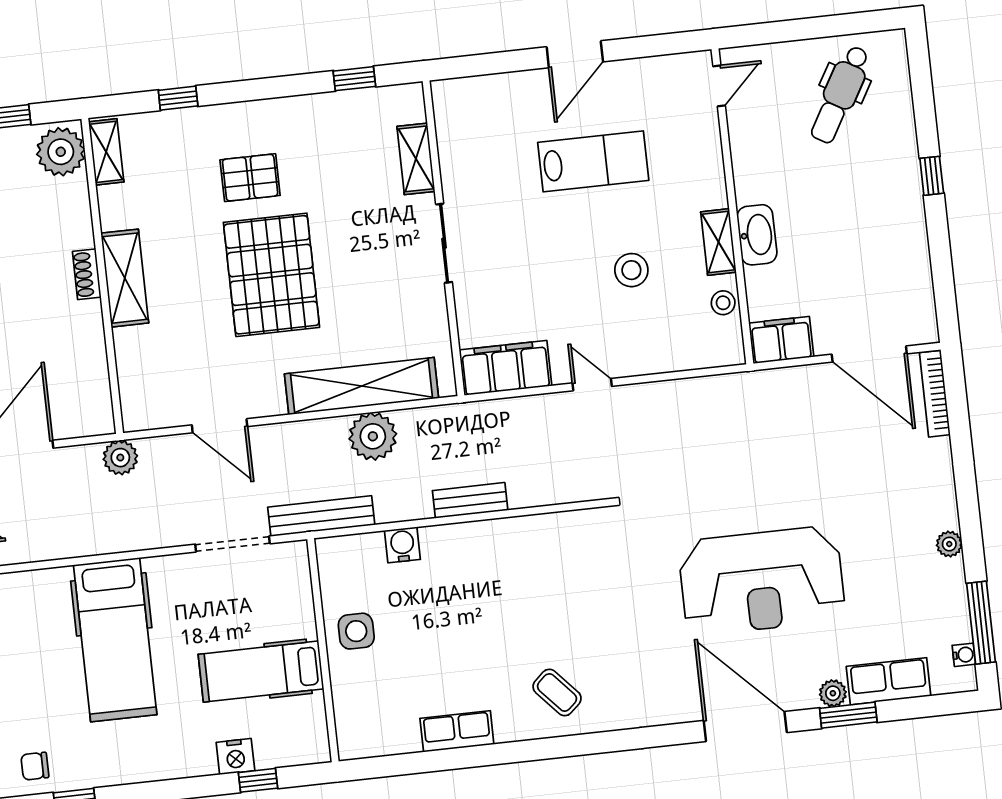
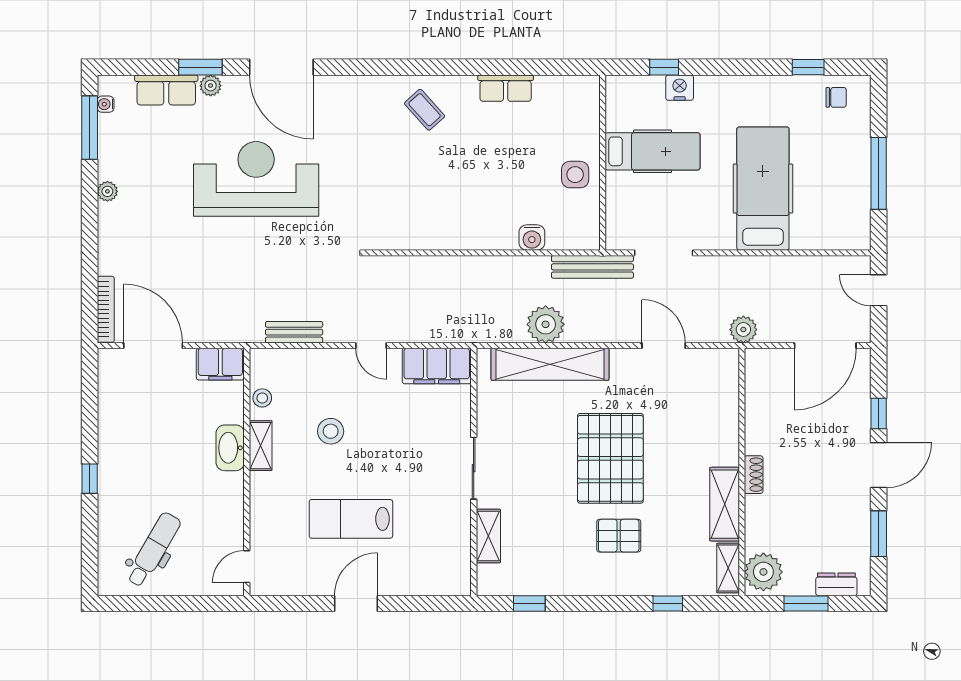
shelving: (125, 278) -> (725, 504), moved
bench: (470, 500) -> (294, 332), moved

